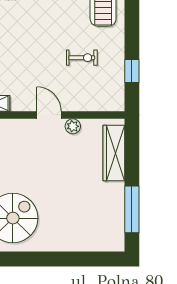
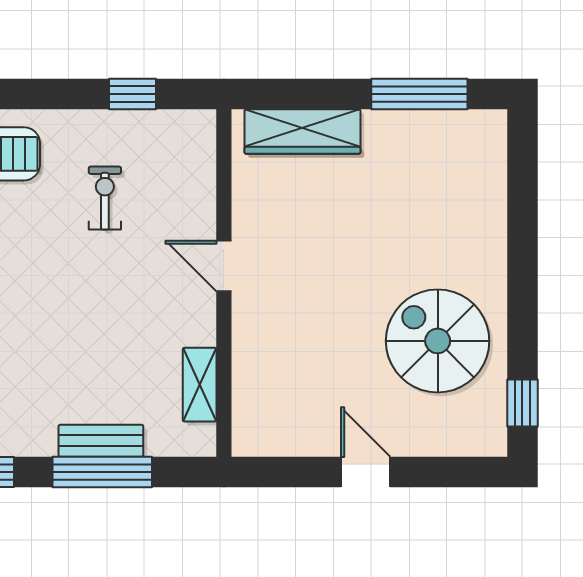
door: (49, 115) -> (224, 266), hinge flipped
plant: (73, 126) -> (247, 217), removed

